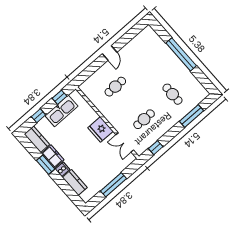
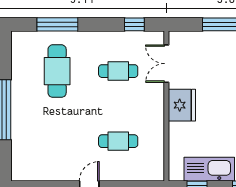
cafe table: (172, 94) -> (57, 71), width x1.37, depth x1.35
double door: (125, 142) -> (166, 64), swing flipped

